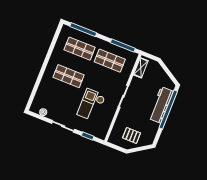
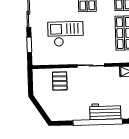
workbench: (161, 105) -> (105, 111), width x0.73
pallet: (131, 135) -> (60, 81), moved

